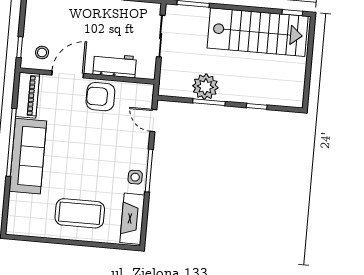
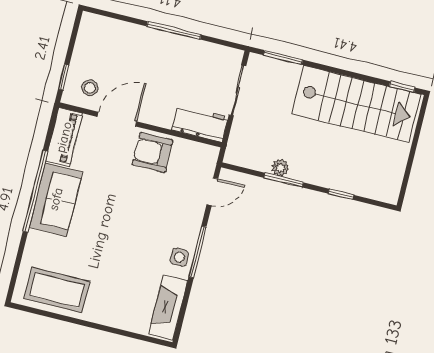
workbench: (115, 65) -> (200, 123), moved
plant: (205, 87) -> (280, 168), width x0.53, depth x0.53
door: (153, 120) -> (212, 192), swing flipped
sofa: (28, 156) -> (56, 199), width x0.73
coffee table: (80, 213) -> (57, 290), moved

